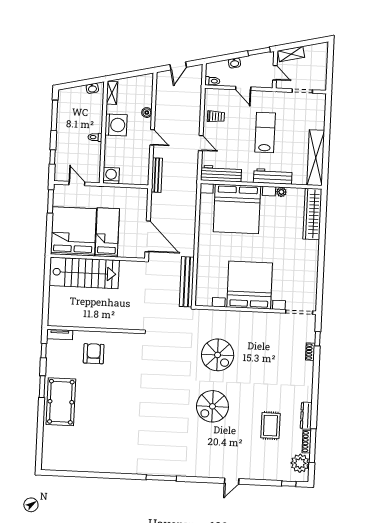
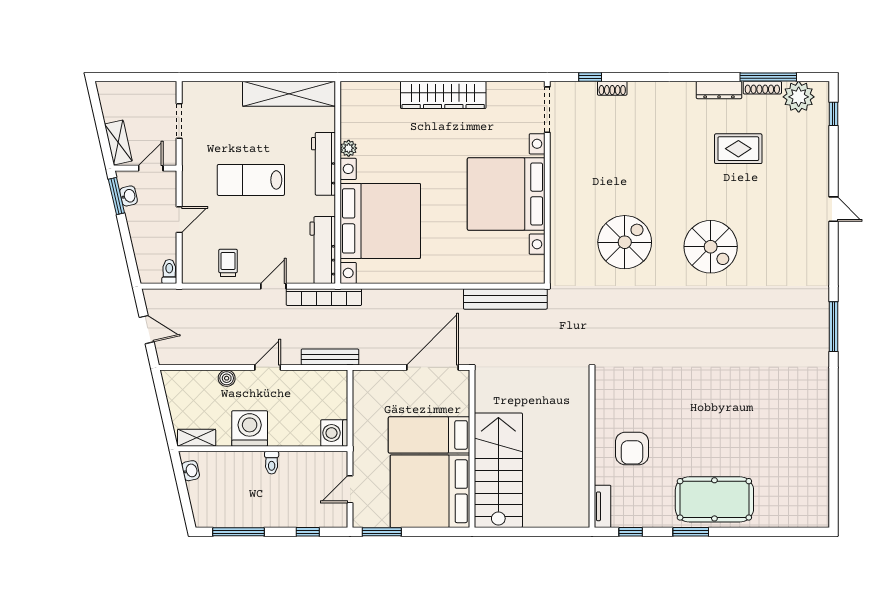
washbasin: (234, 63) -> (129, 196), moved
bookcase: (193, 173) -> (324, 297), added
wardrobe: (312, 214) -> (443, 95), moved
armchair: (94, 354) -> (632, 448), turned -90

